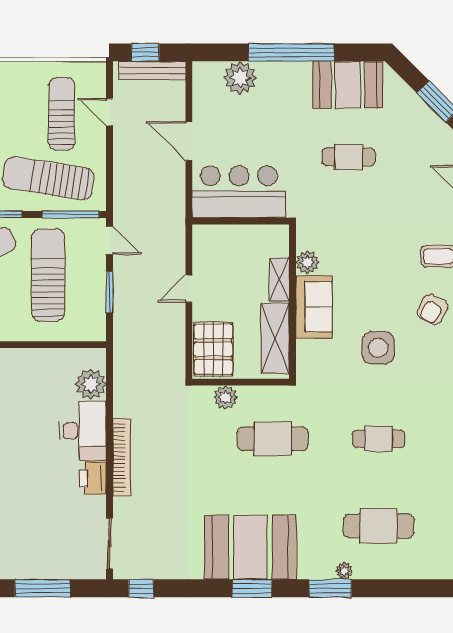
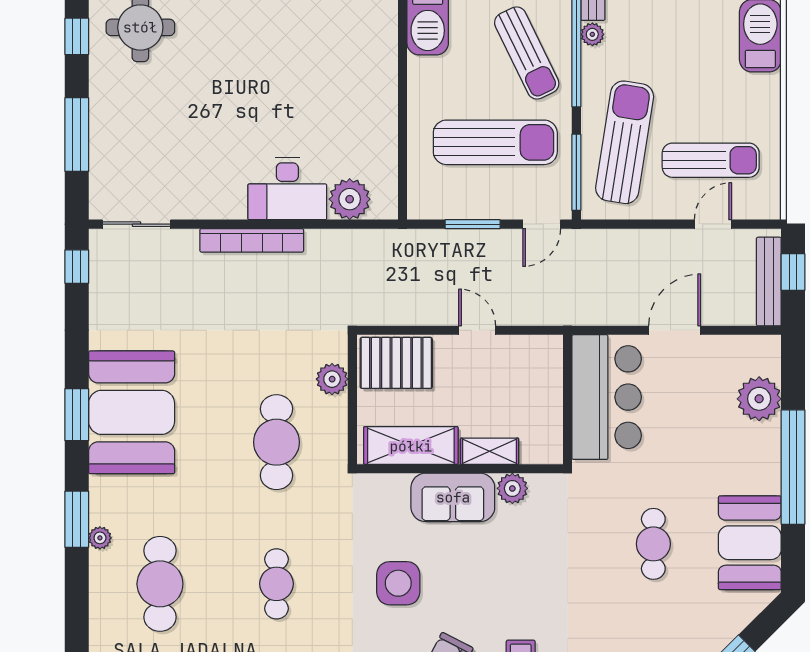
printer: (93, 478) -> (224, 202), removed

